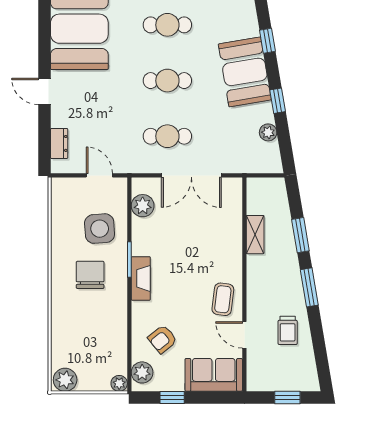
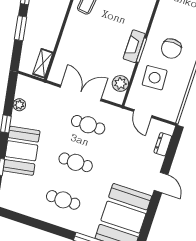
shelving: (255, 235) -> (43, 63), moved
fireplace: (141, 278) -> (134, 46), moved

